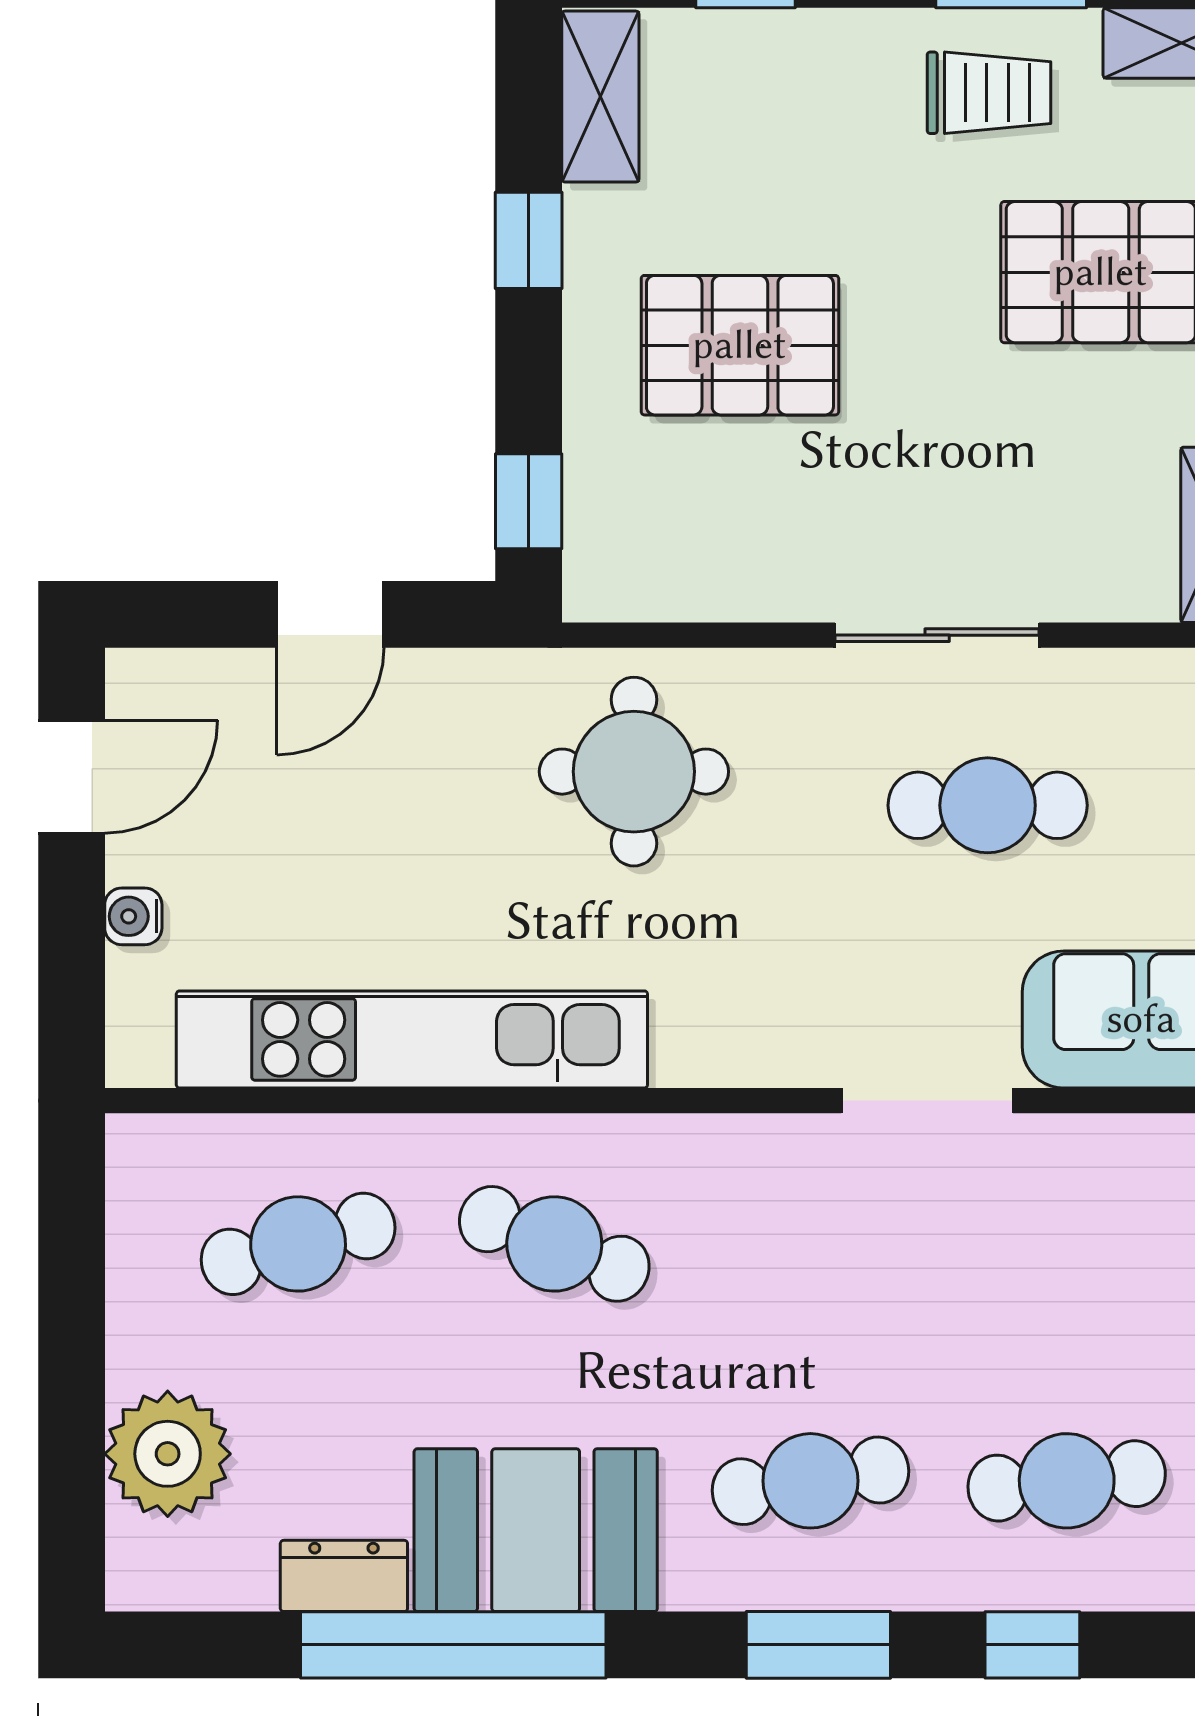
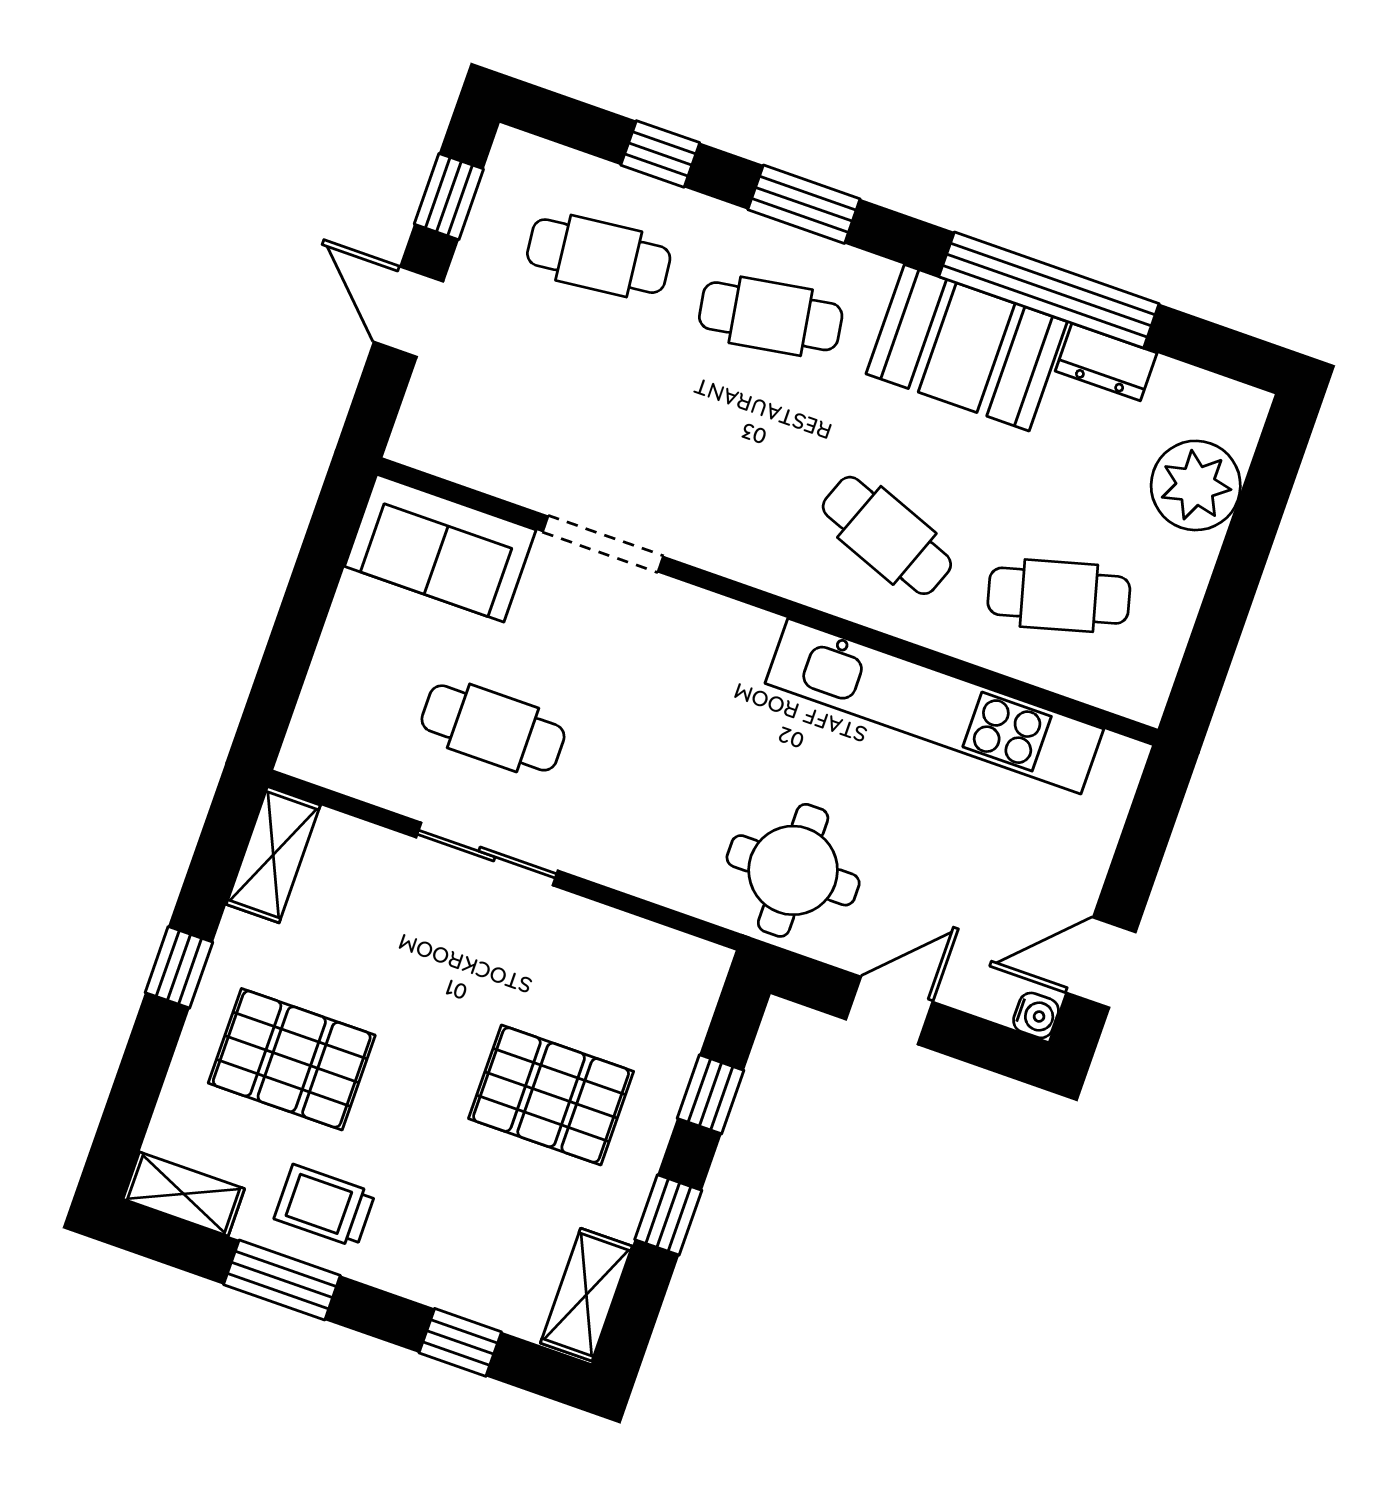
window: (529, 501) -> (711, 1094), moved
round table: (634, 772) -> (793, 870), moved
water cooler: (133, 916) -> (1036, 1015), moved

